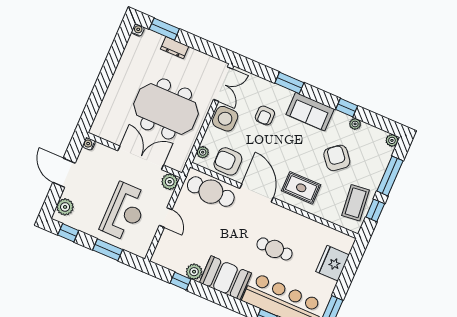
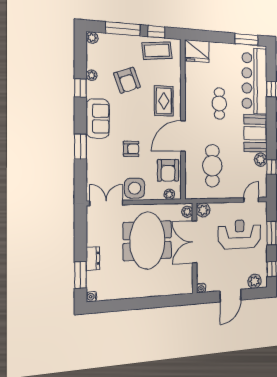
armchair: (265, 115) -> (131, 149), moved
armchair: (337, 158) -> (127, 80), turned -71
plant: (176, 164) -> (187, 212), added
cafe table: (211, 192) -> (212, 166), moved
door: (166, 218) -> (251, 200), moved
fridge: (333, 263) -> (197, 51), moved

